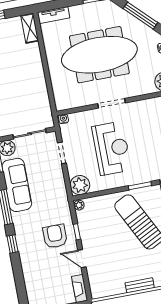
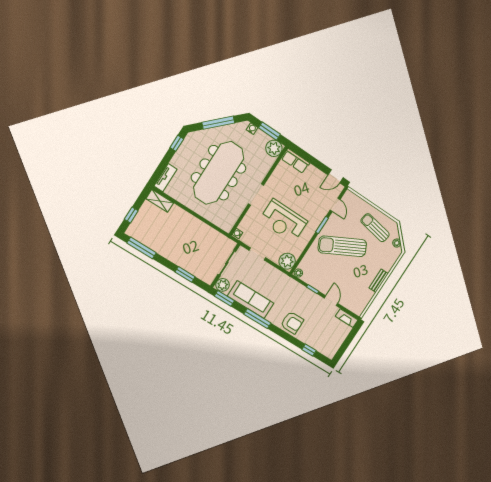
reception desk: (112, 148) -> (283, 221), turned 180
armchair: (55, 236) -> (292, 323), moved, turned 180
window: (13, 244) -> (309, 350), moved
door: (82, 259) -> (331, 301), swing flipped

